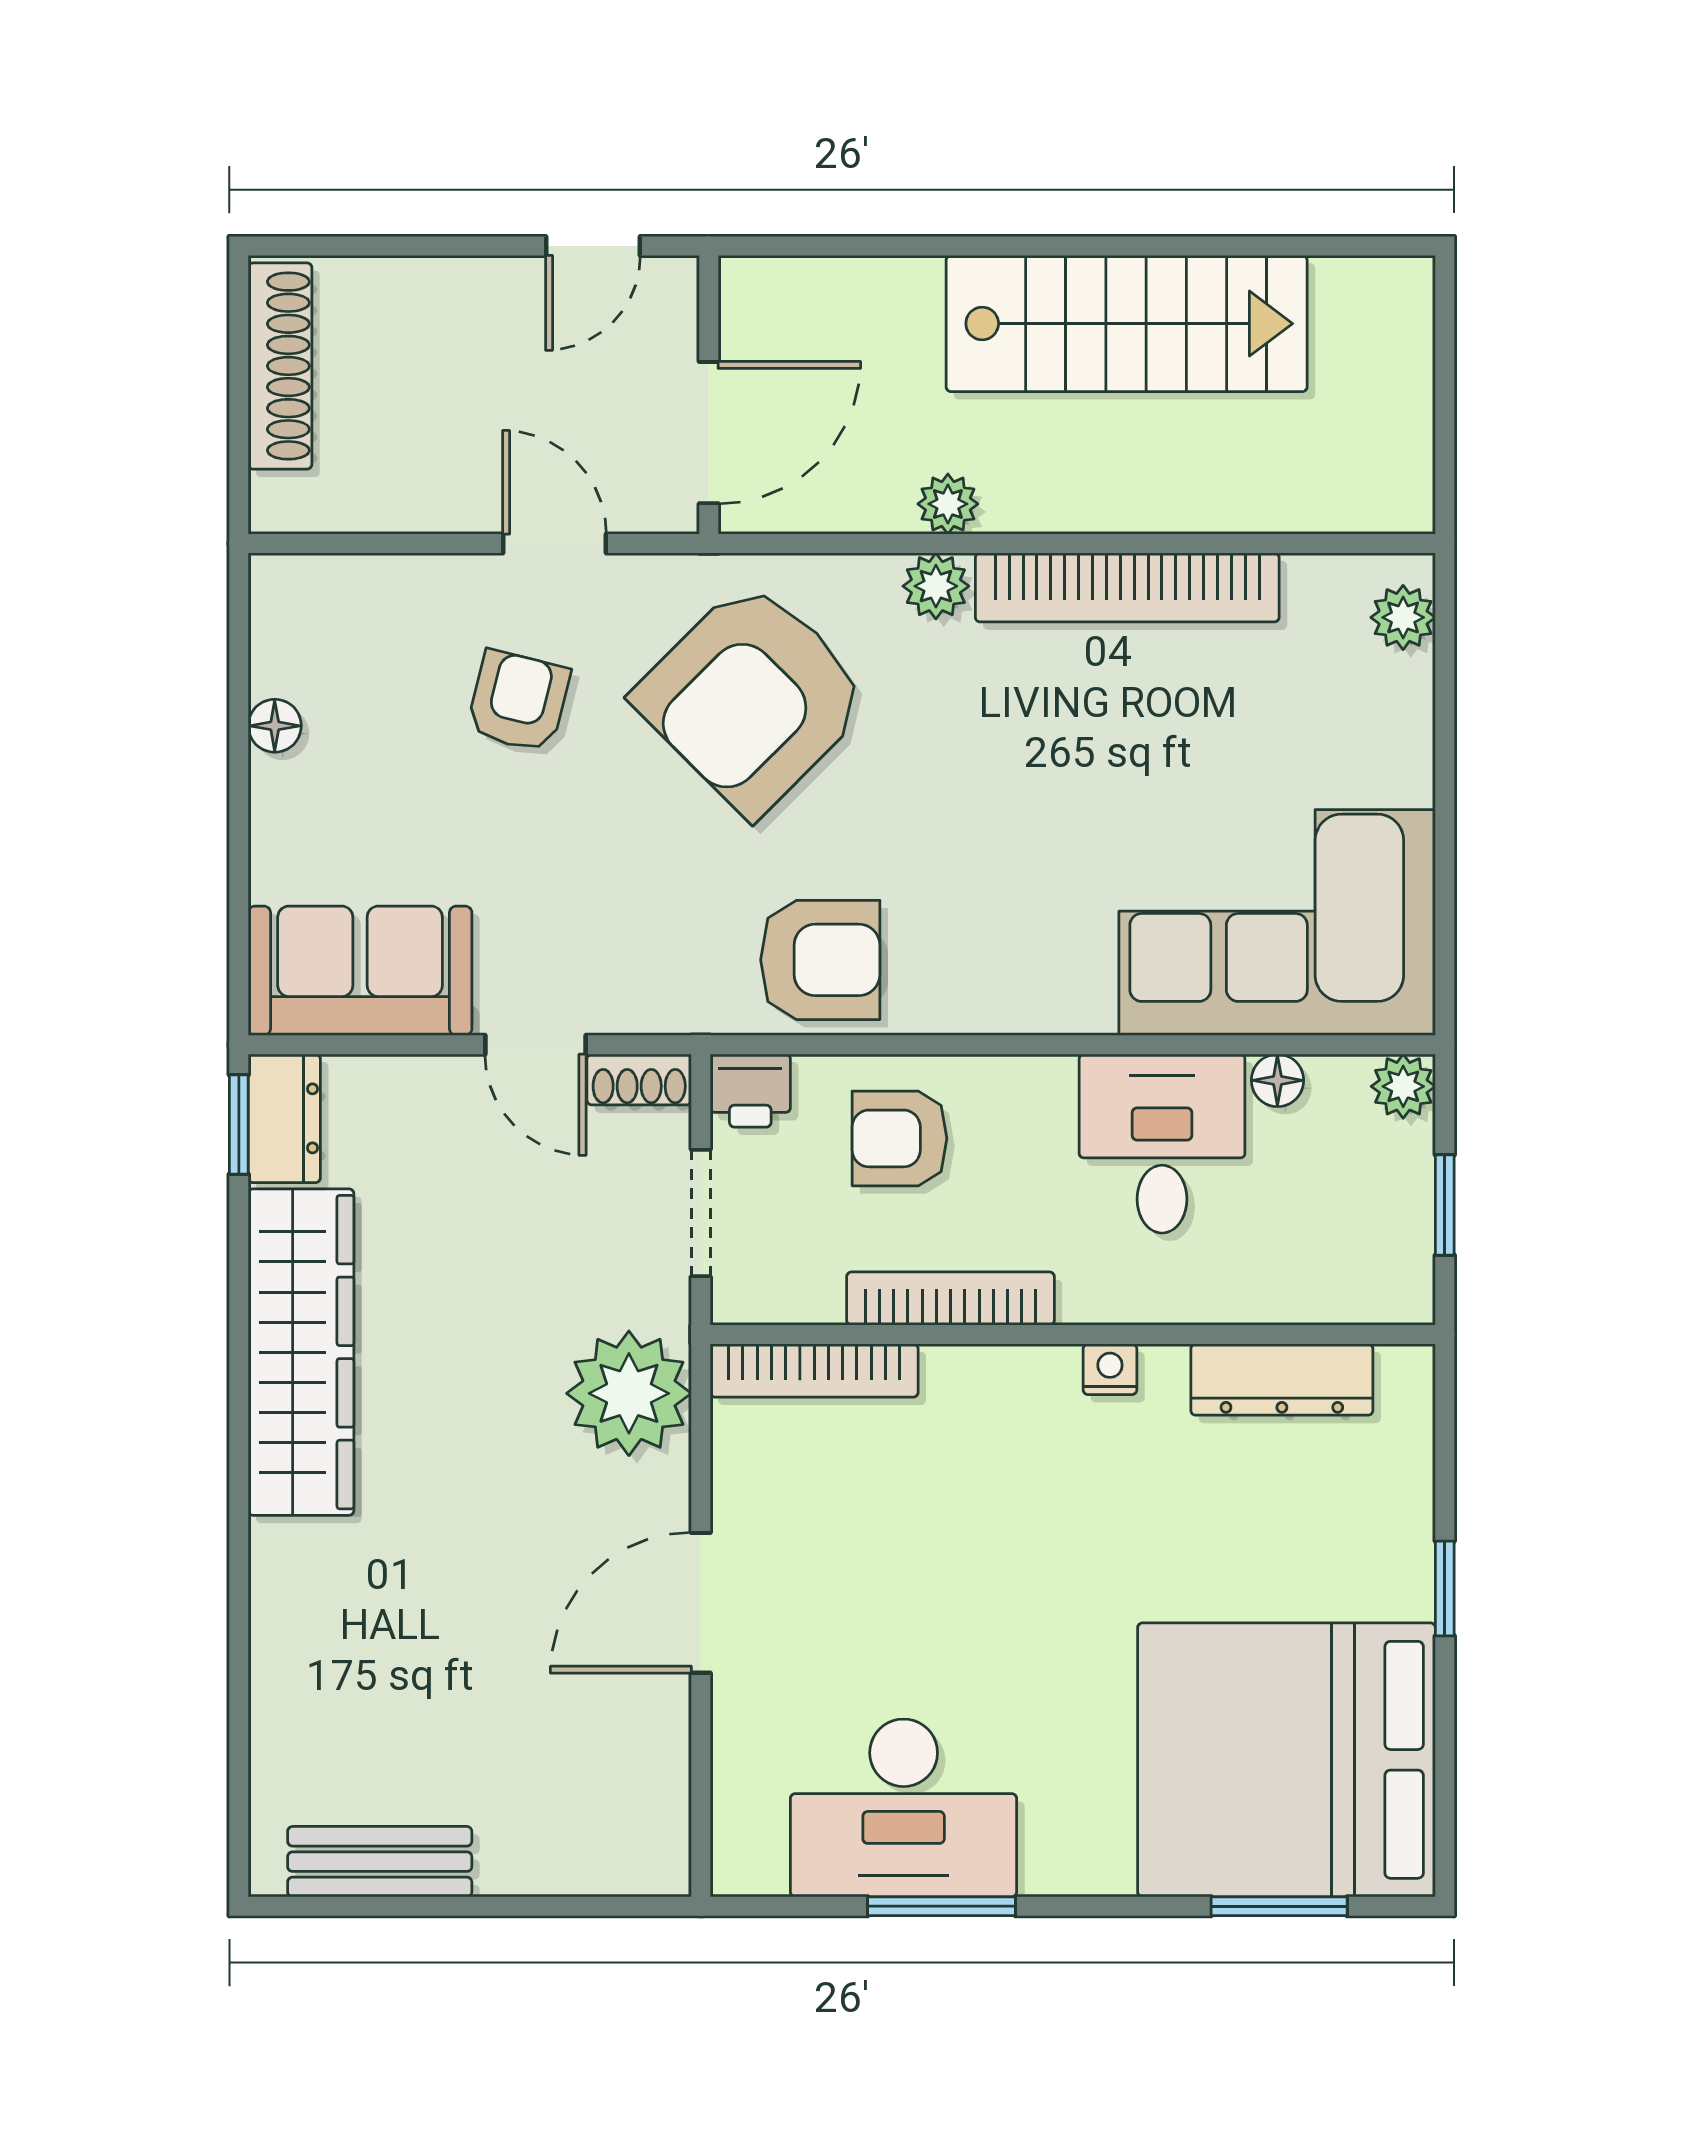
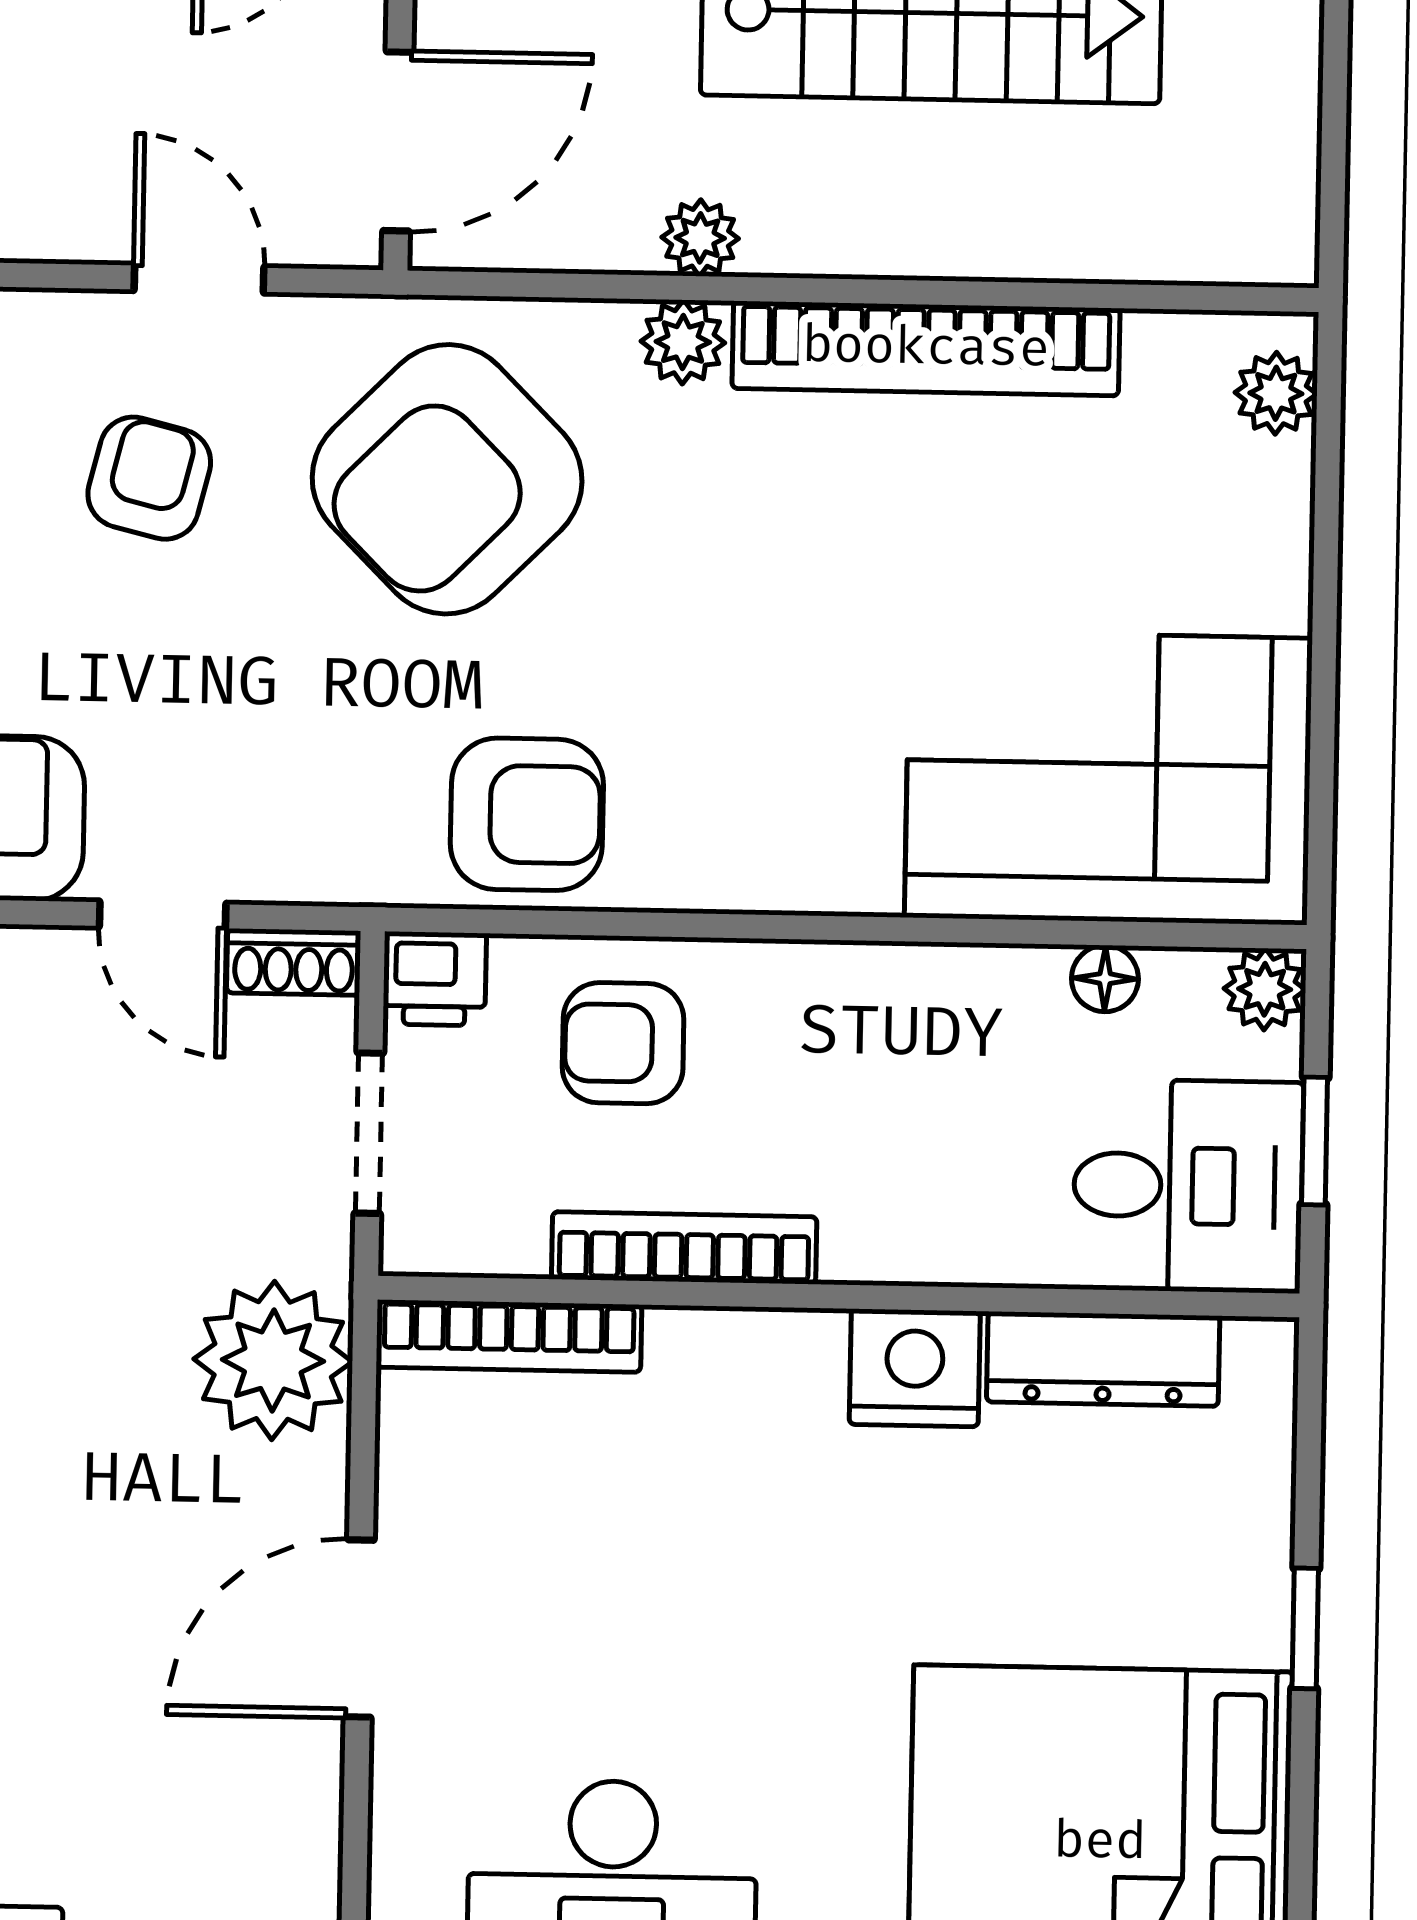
desk: (1162, 1144) -> (1188, 1186), moved, turned 90
nightstand: (1110, 1369) -> (915, 1368), width x1.89, depth x1.79

